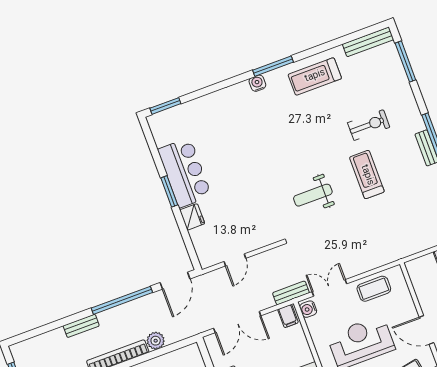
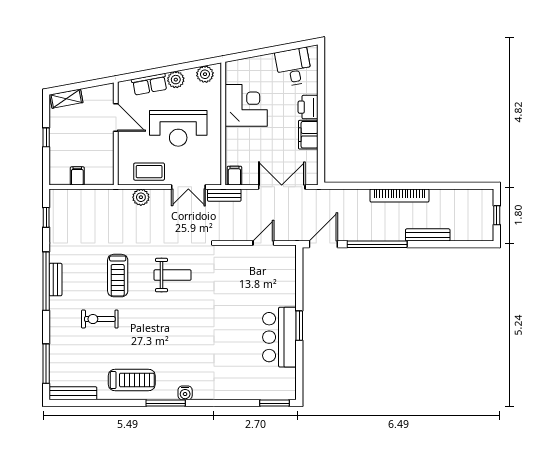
fridge: (192, 217) -> (287, 295), removed
water cooler: (308, 309) -> (214, 175), removed
bench: (81, 326) -> (428, 235), width x1.36
plant: (156, 341) -> (141, 197), moved

